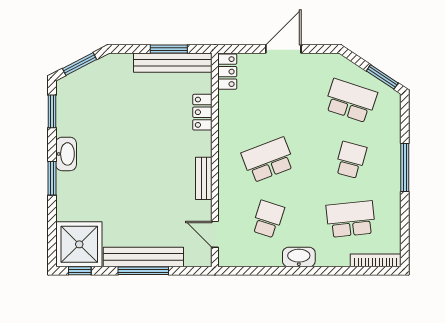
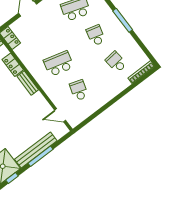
school desk: (268, 160) -> (59, 64), turned 36
bench: (204, 178) -> (28, 83), moved
school desk: (351, 219) -> (116, 62), width x0.54
washbasin: (299, 257) -> (106, 97), removed

